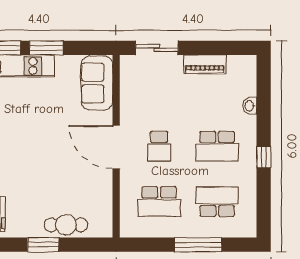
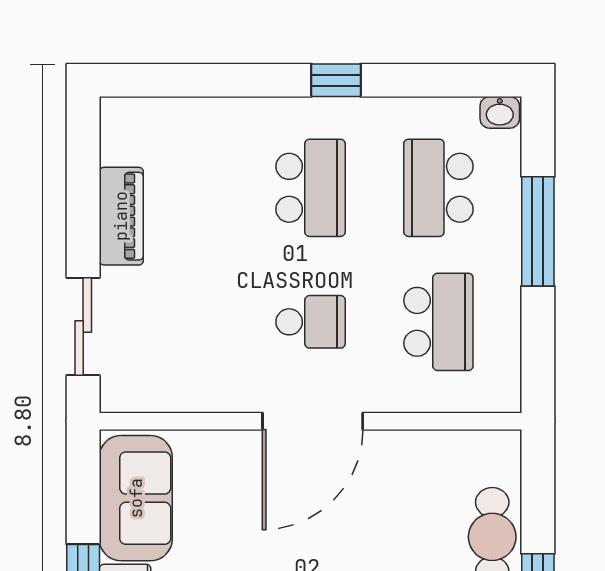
sofa: (97, 83) -> (136, 498), moved, turned -90
washbasin: (250, 106) -> (500, 112), moved

